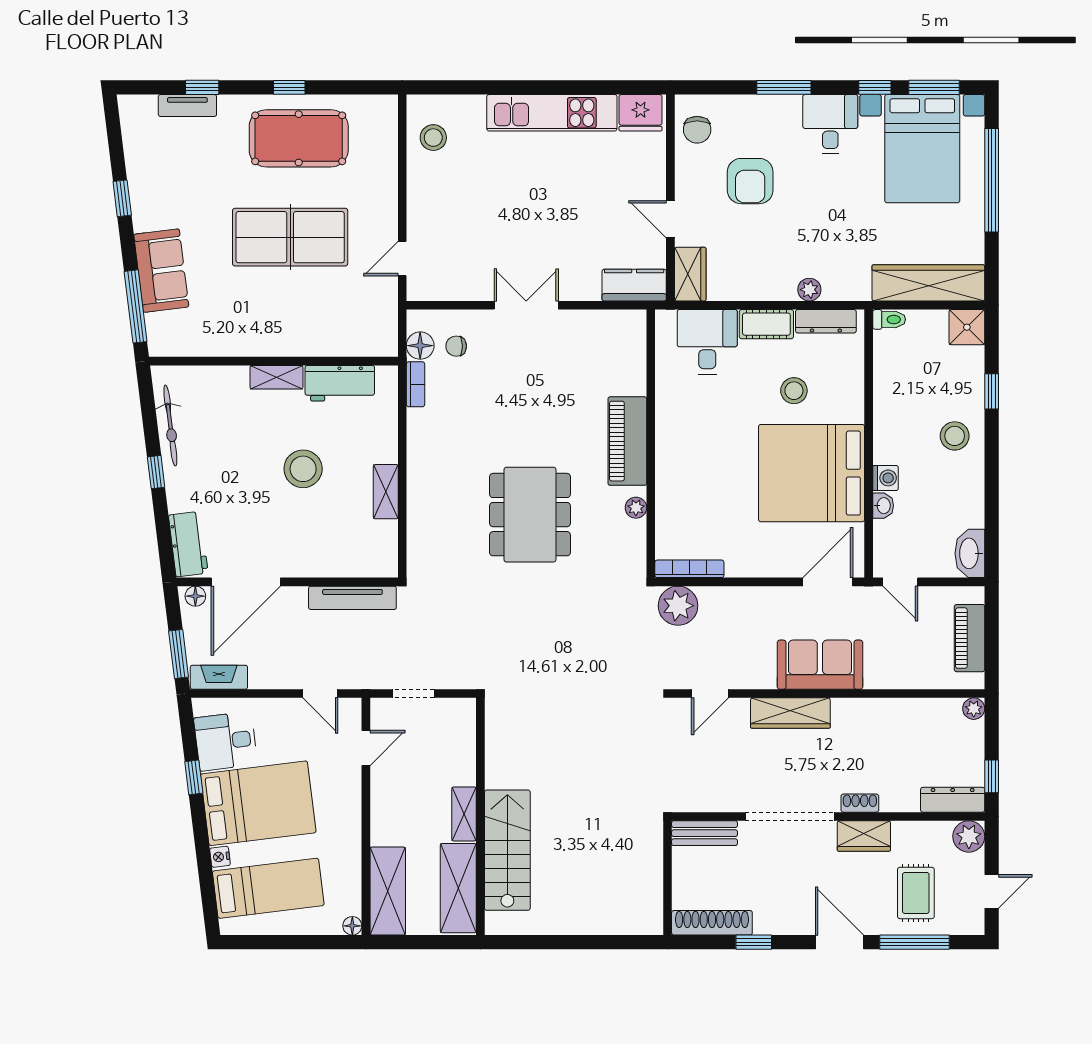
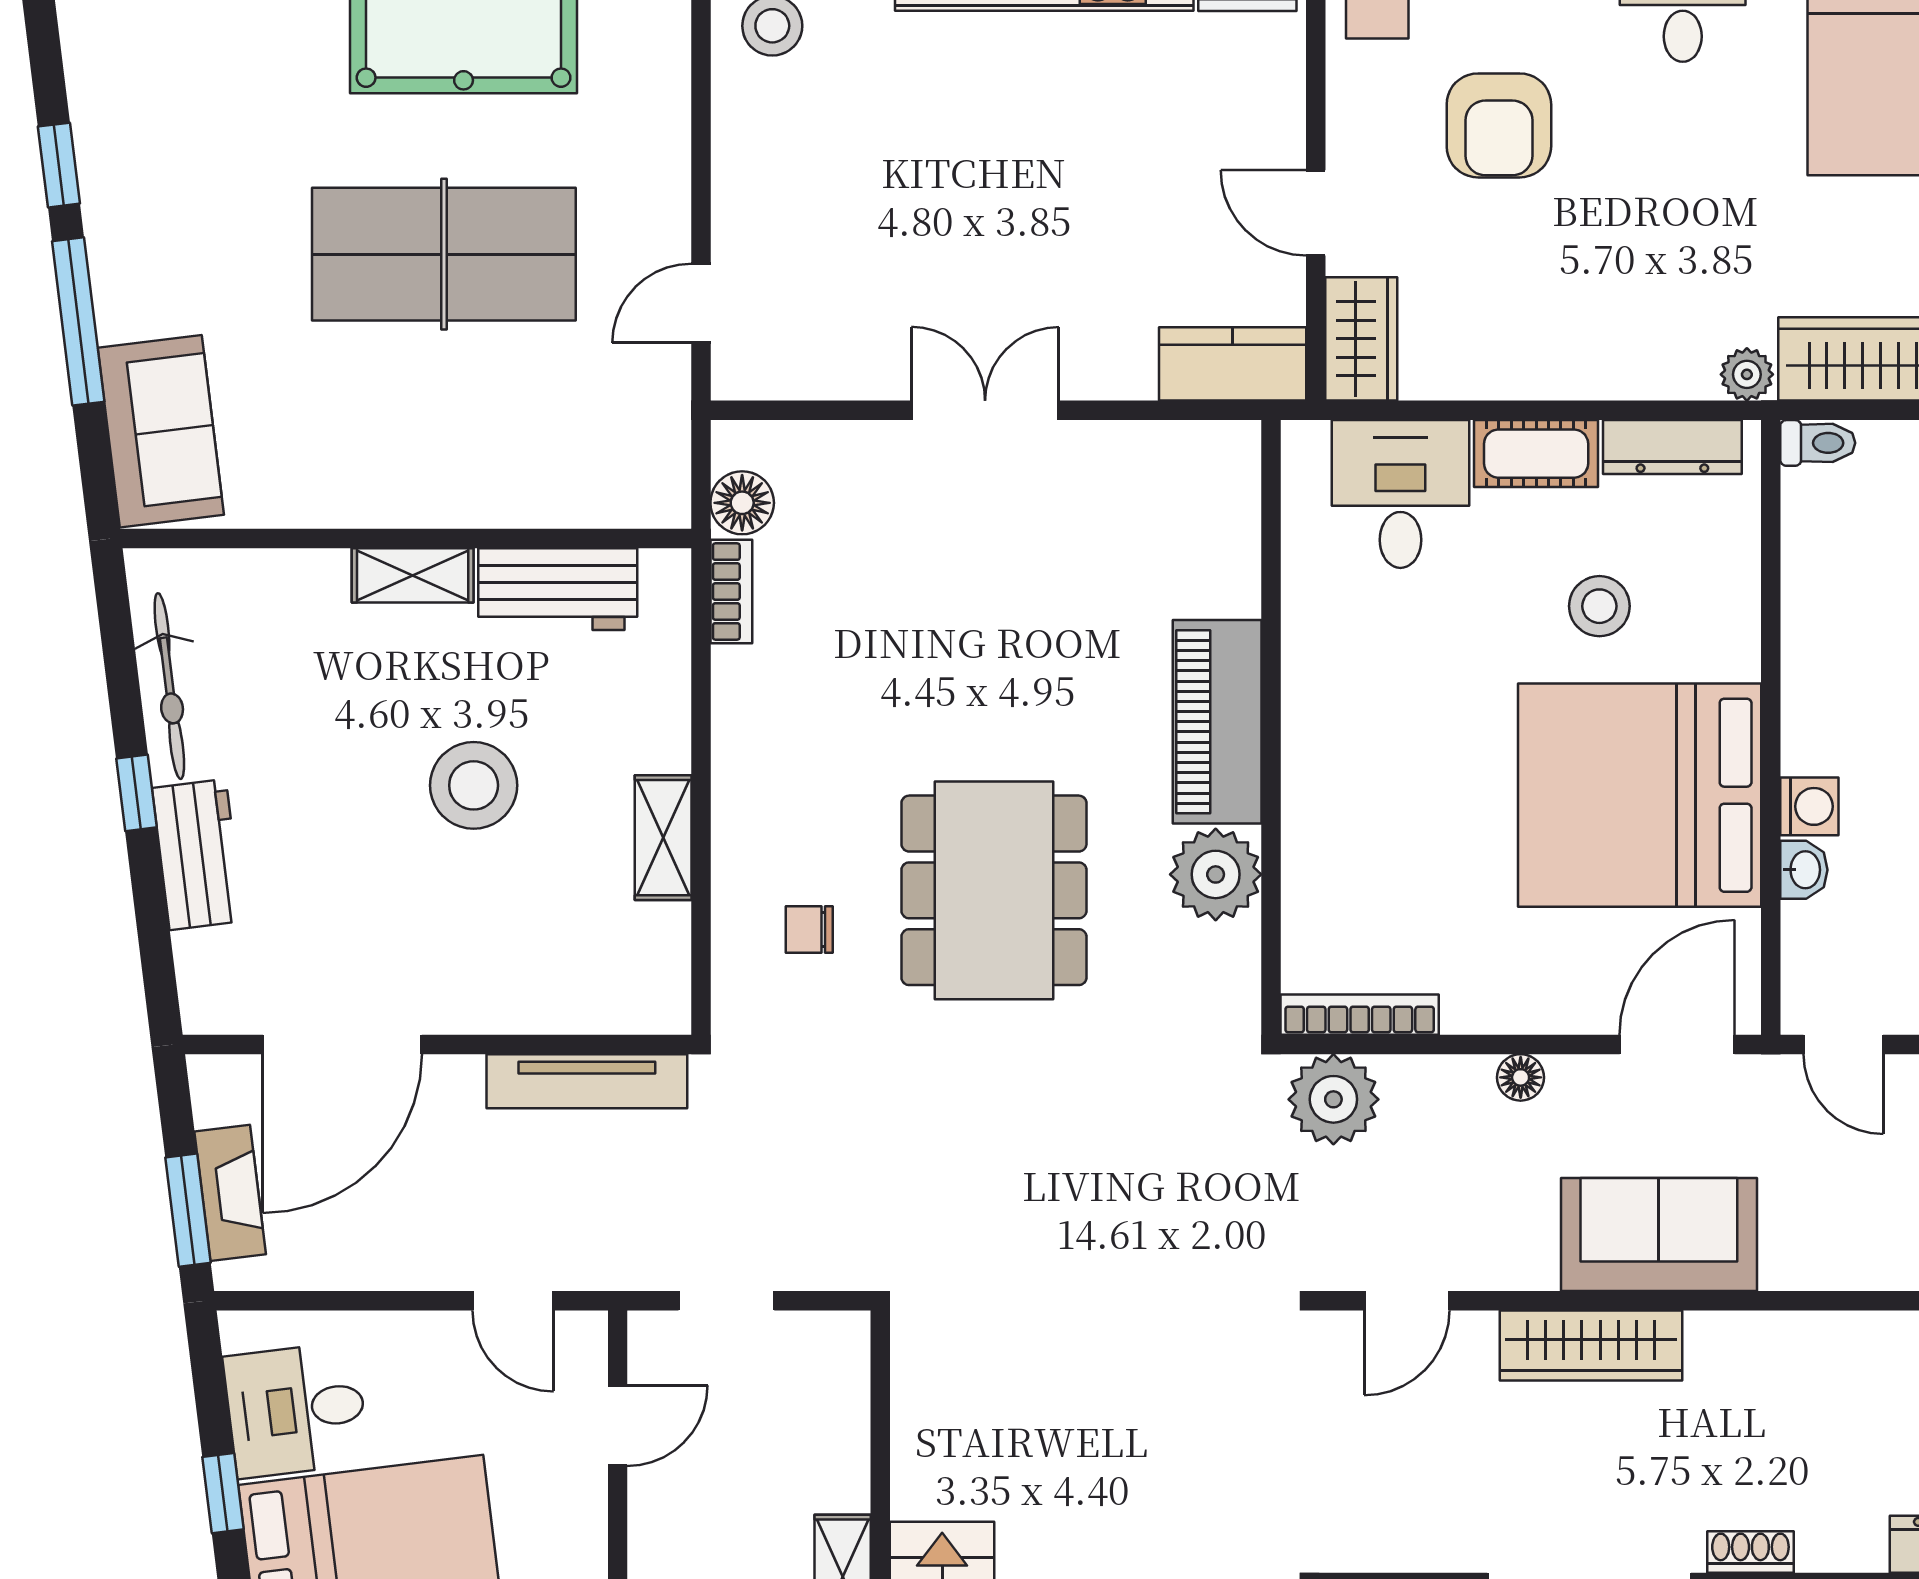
sofa: (161, 271) -> (161, 431), moved
plant: (809, 290) -> (1747, 374), moved
window: (136, 306) -> (78, 321), moved
chair: (456, 346) -> (809, 930), moved
plant: (636, 508) -> (1216, 874), width x1.88, depth x1.88
workbench: (188, 544) -> (198, 855), moved
floor lamp: (195, 596) -> (1521, 1077), moved
fireplace: (219, 677) -> (230, 1193), moved, turned 83

